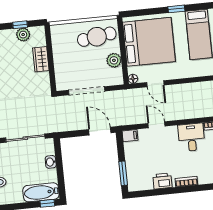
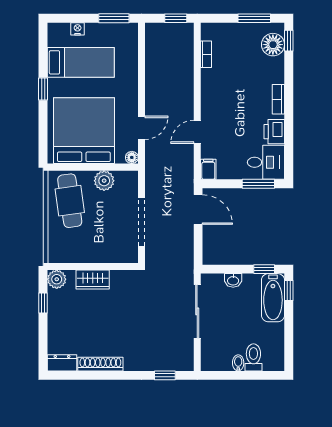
plant: (23, 35) -> (57, 279), moved
door: (100, 131) -> (198, 210), swing flipped
desk: (192, 137) -> (266, 162), moved, turned 180
window: (61, 184) -> (264, 269), added

